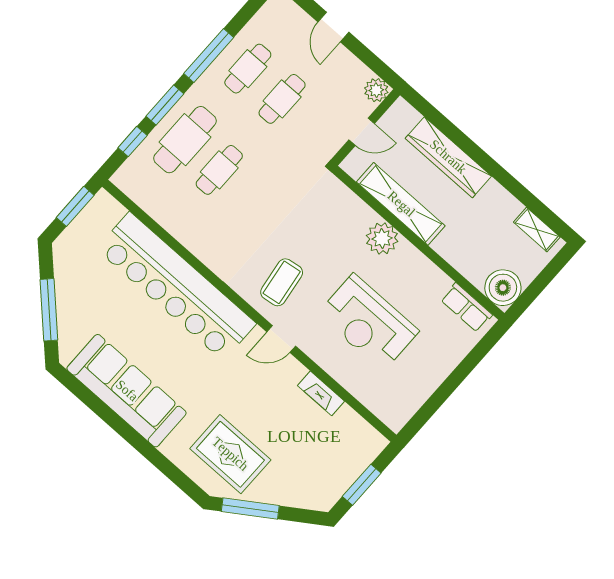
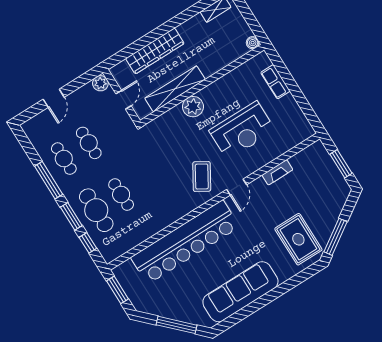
door: (333, 27) -> (54, 98), hinge flipped
coffee table: (282, 282) -> (202, 177), turned 39
boiler: (503, 288) -> (253, 43), width x0.54, depth x0.54
row of seats: (466, 307) -> (275, 82), moved, turned 90
rug: (230, 454) -> (298, 239), turned 90

